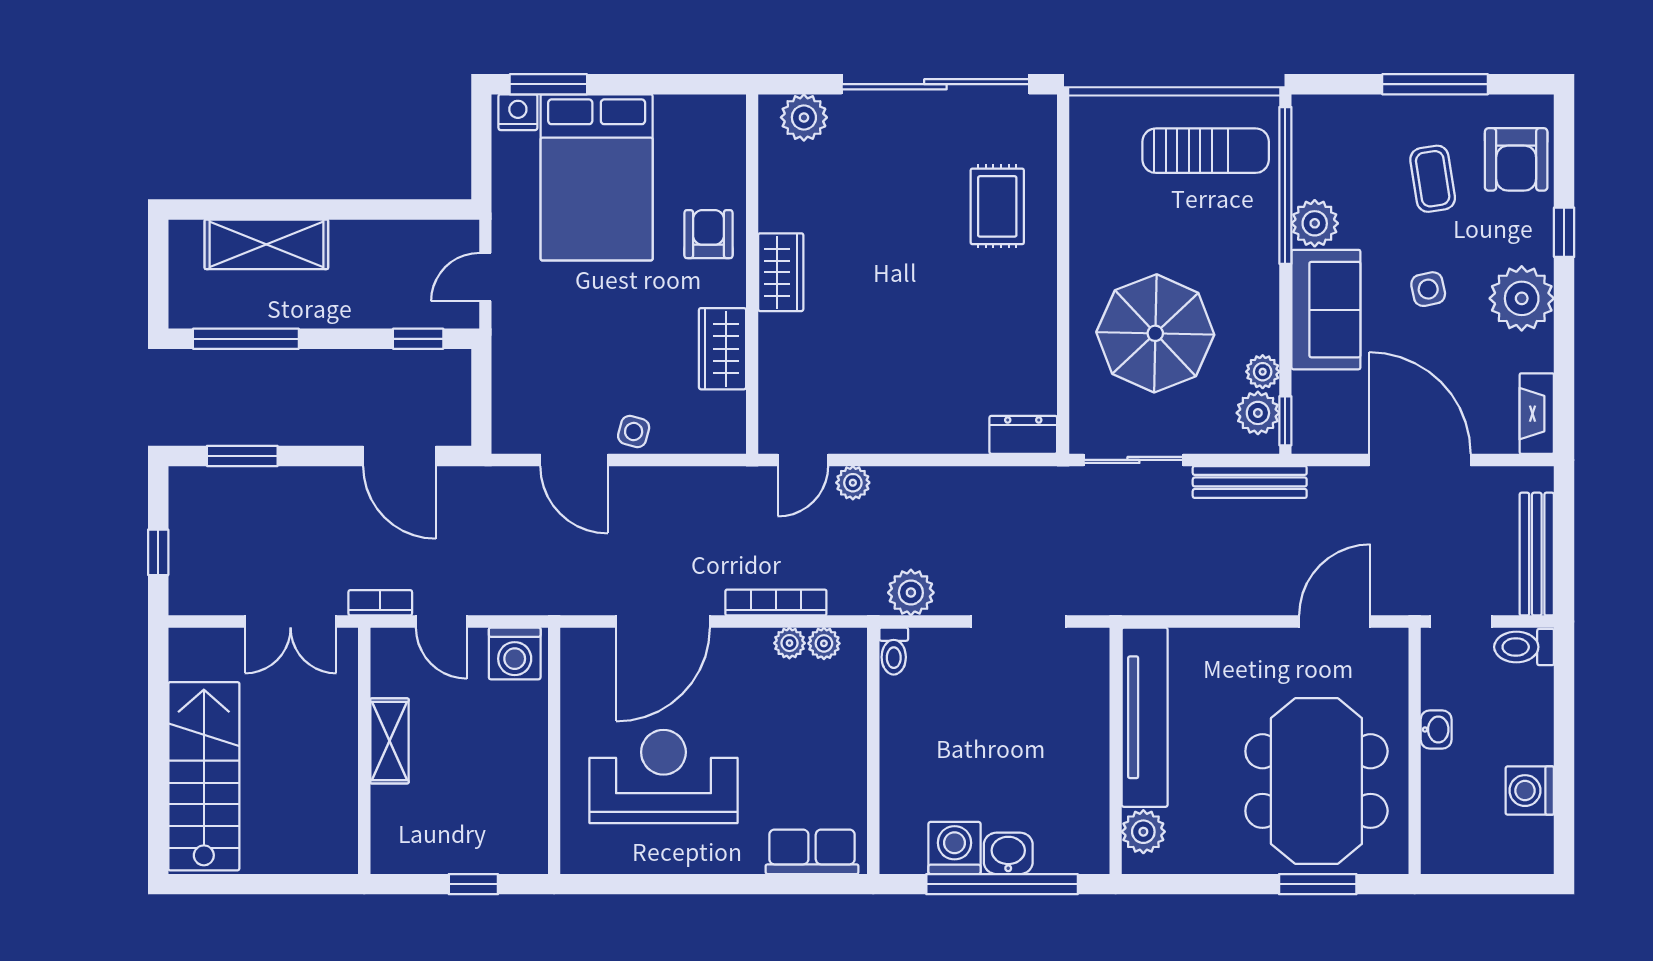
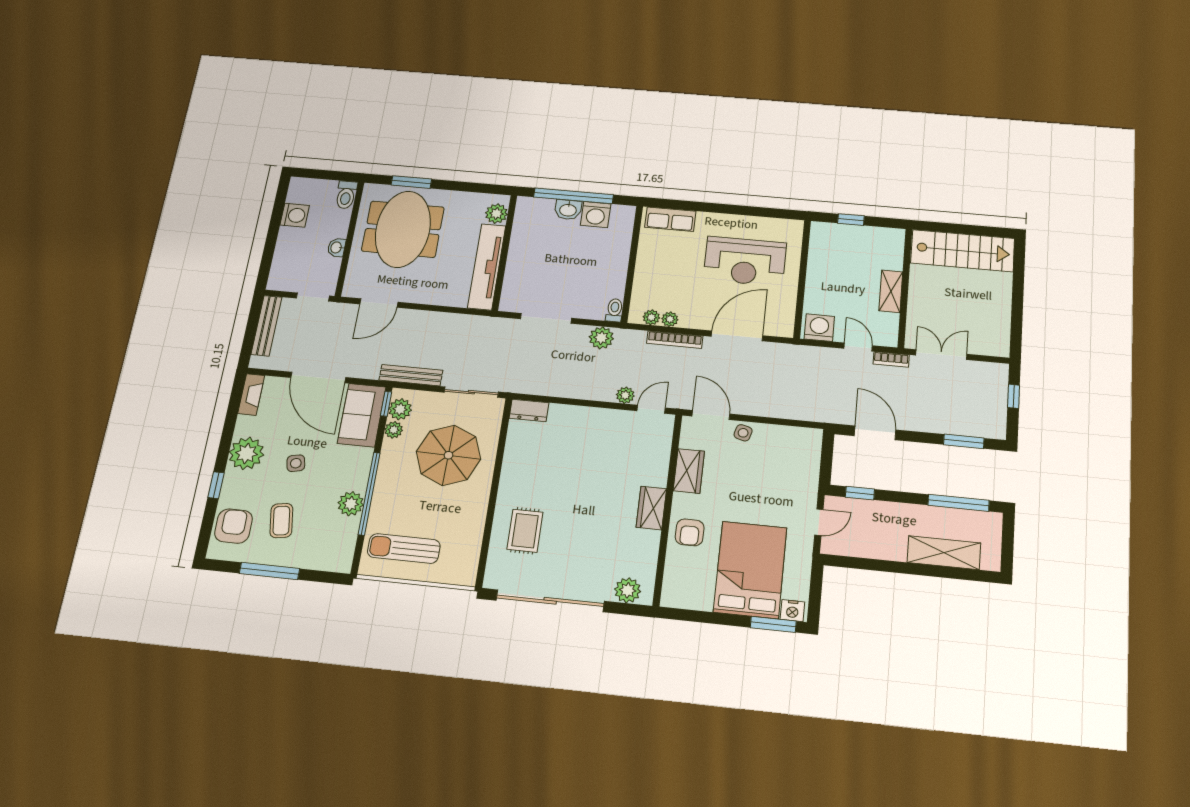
window: (1285, 185) -> (369, 494), moved
sofa: (1326, 310) -> (362, 415), moved
door: (574, 460) -> (711, 415), moved
toilet: (1524, 647) -> (346, 195), moved, turned 90
stairs: (204, 776) -> (963, 251), moved, turned -90

